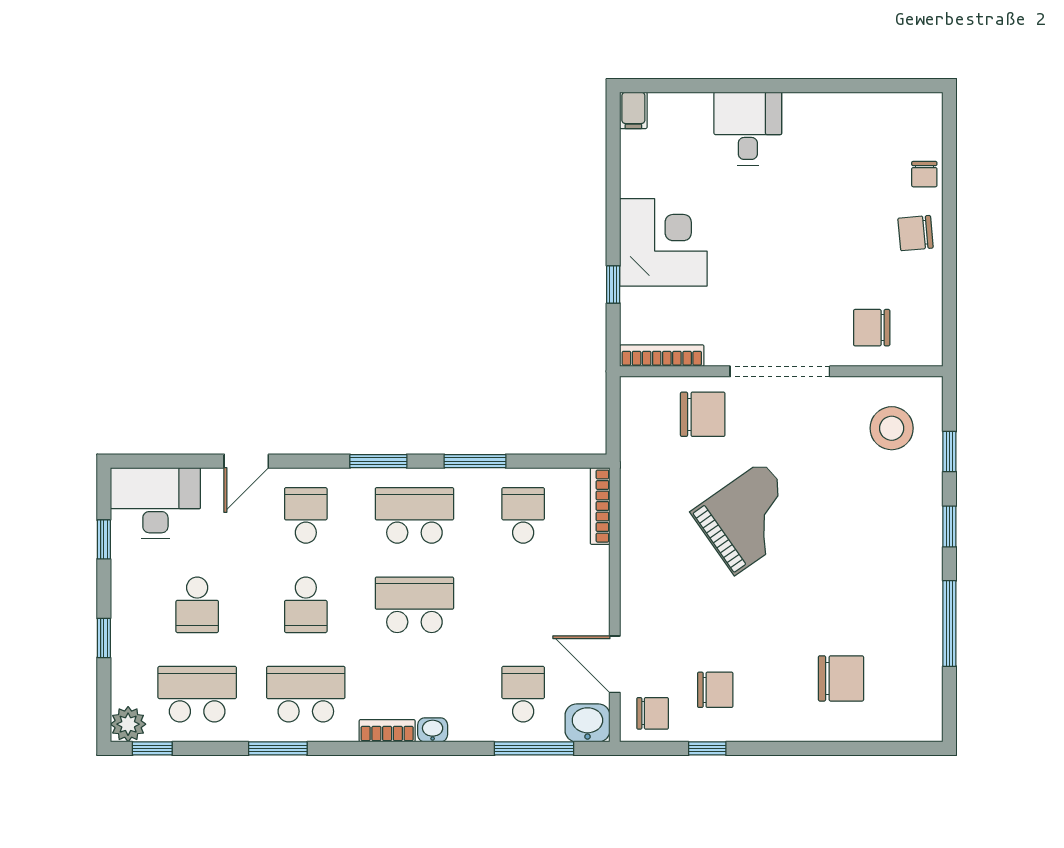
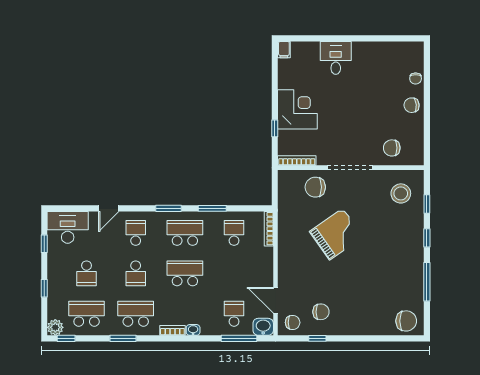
chair: (703, 414) -> (315, 187), turned 180
chair: (841, 678) -> (406, 321), moved

